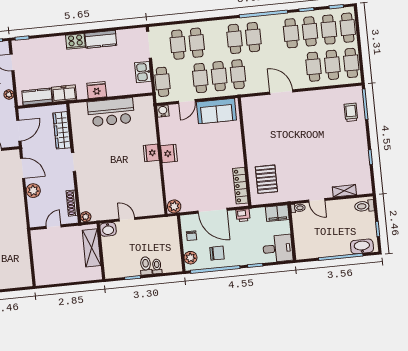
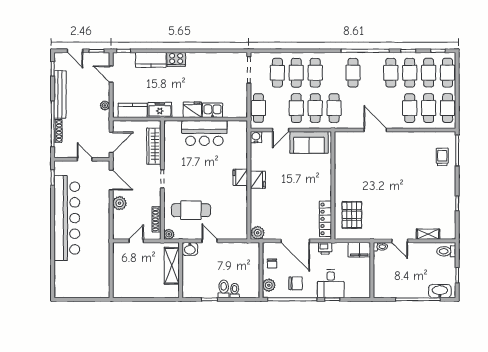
kitchen counter: (101, 39) -> (151, 60), moved
cafe table: (234, 39) -> (315, 73), moved
kitchen sink: (143, 72) -> (212, 110), moved, turned 90
cafe table: (105, 191) -> (191, 210), added
desk: (278, 248) -> (331, 284), moved, turned 90

